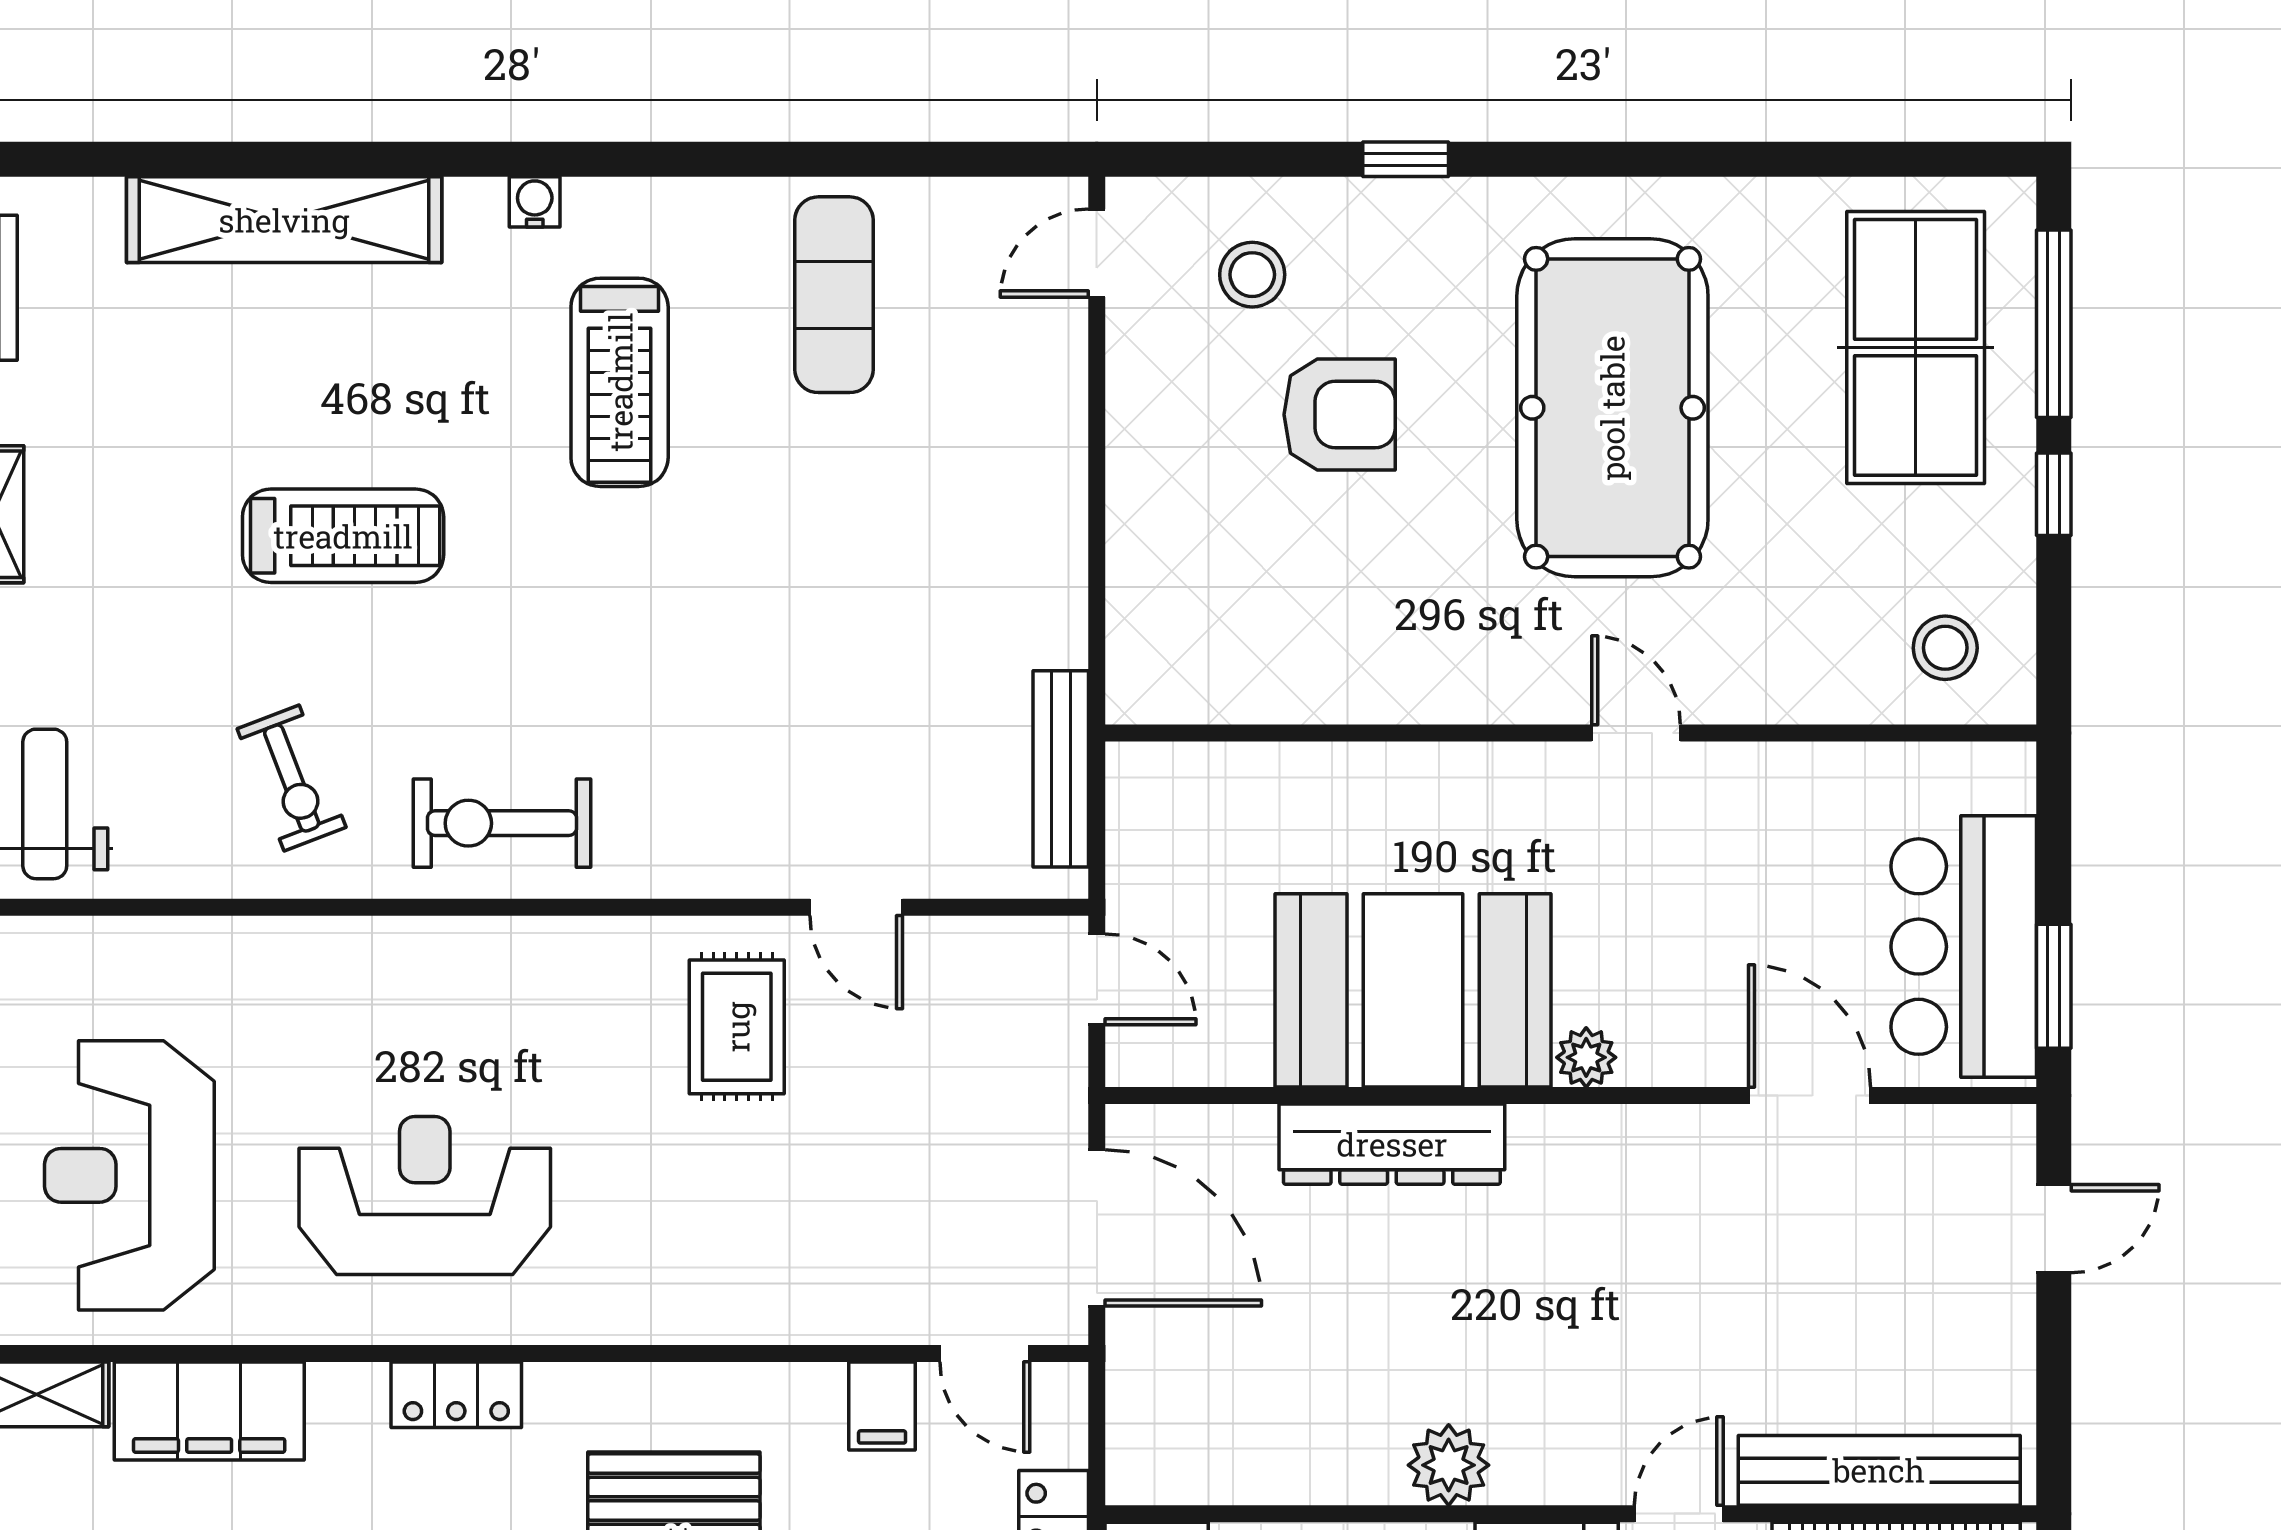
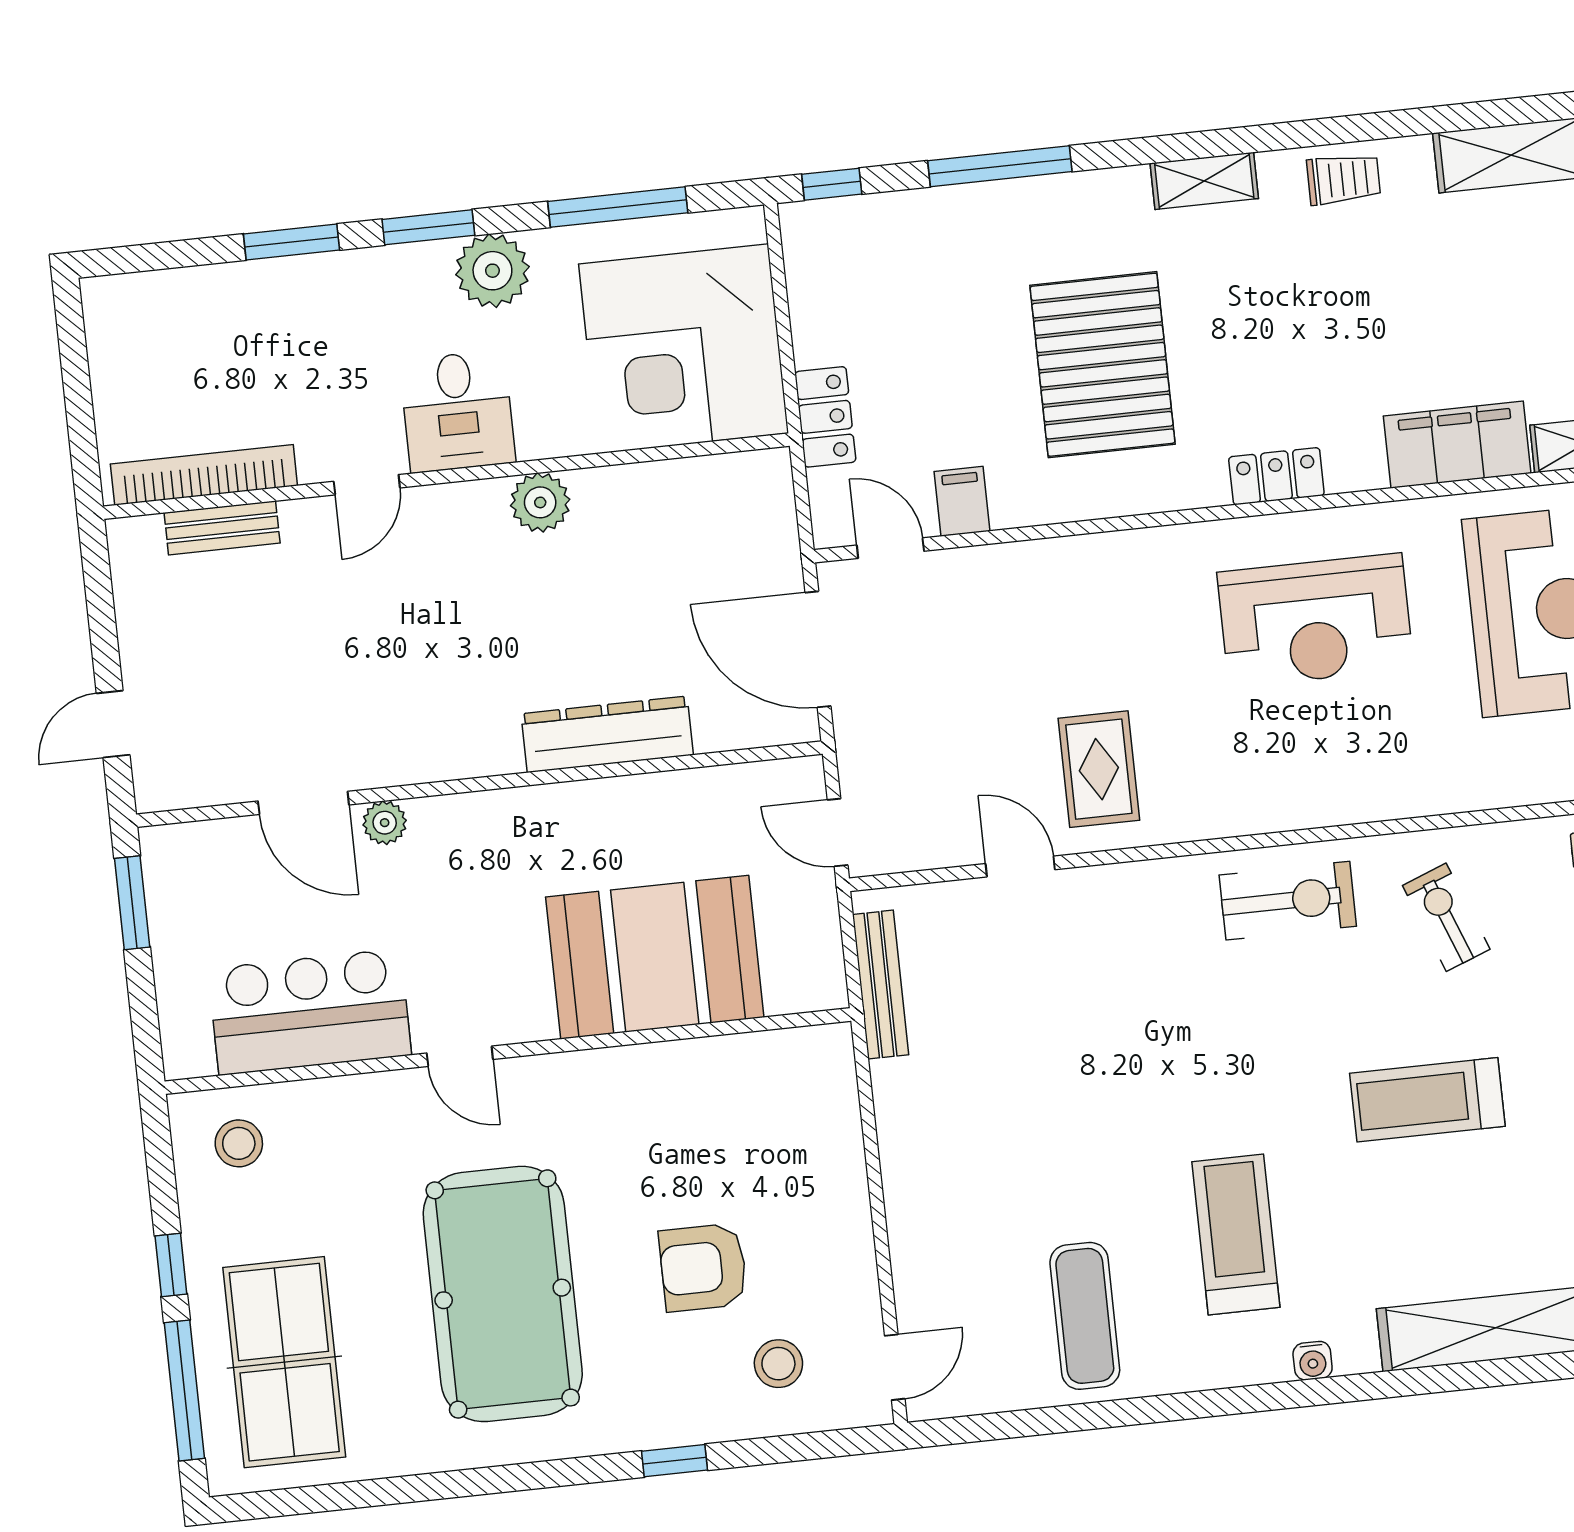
bar counter: (1964, 947) -> (310, 1012), moved, turned -90
booth: (1413, 990) -> (655, 957), moved
plant: (1586, 1057) -> (385, 823), moved
bench: (1879, 1470) -> (222, 528), width x0.54, depth x0.82

